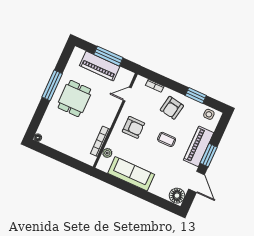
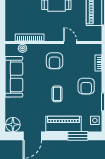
door: (127, 94) -> (70, 43), moved
armchair: (172, 108) -> (86, 86), turned -100
window: (209, 155) -> (78, 136), moved

